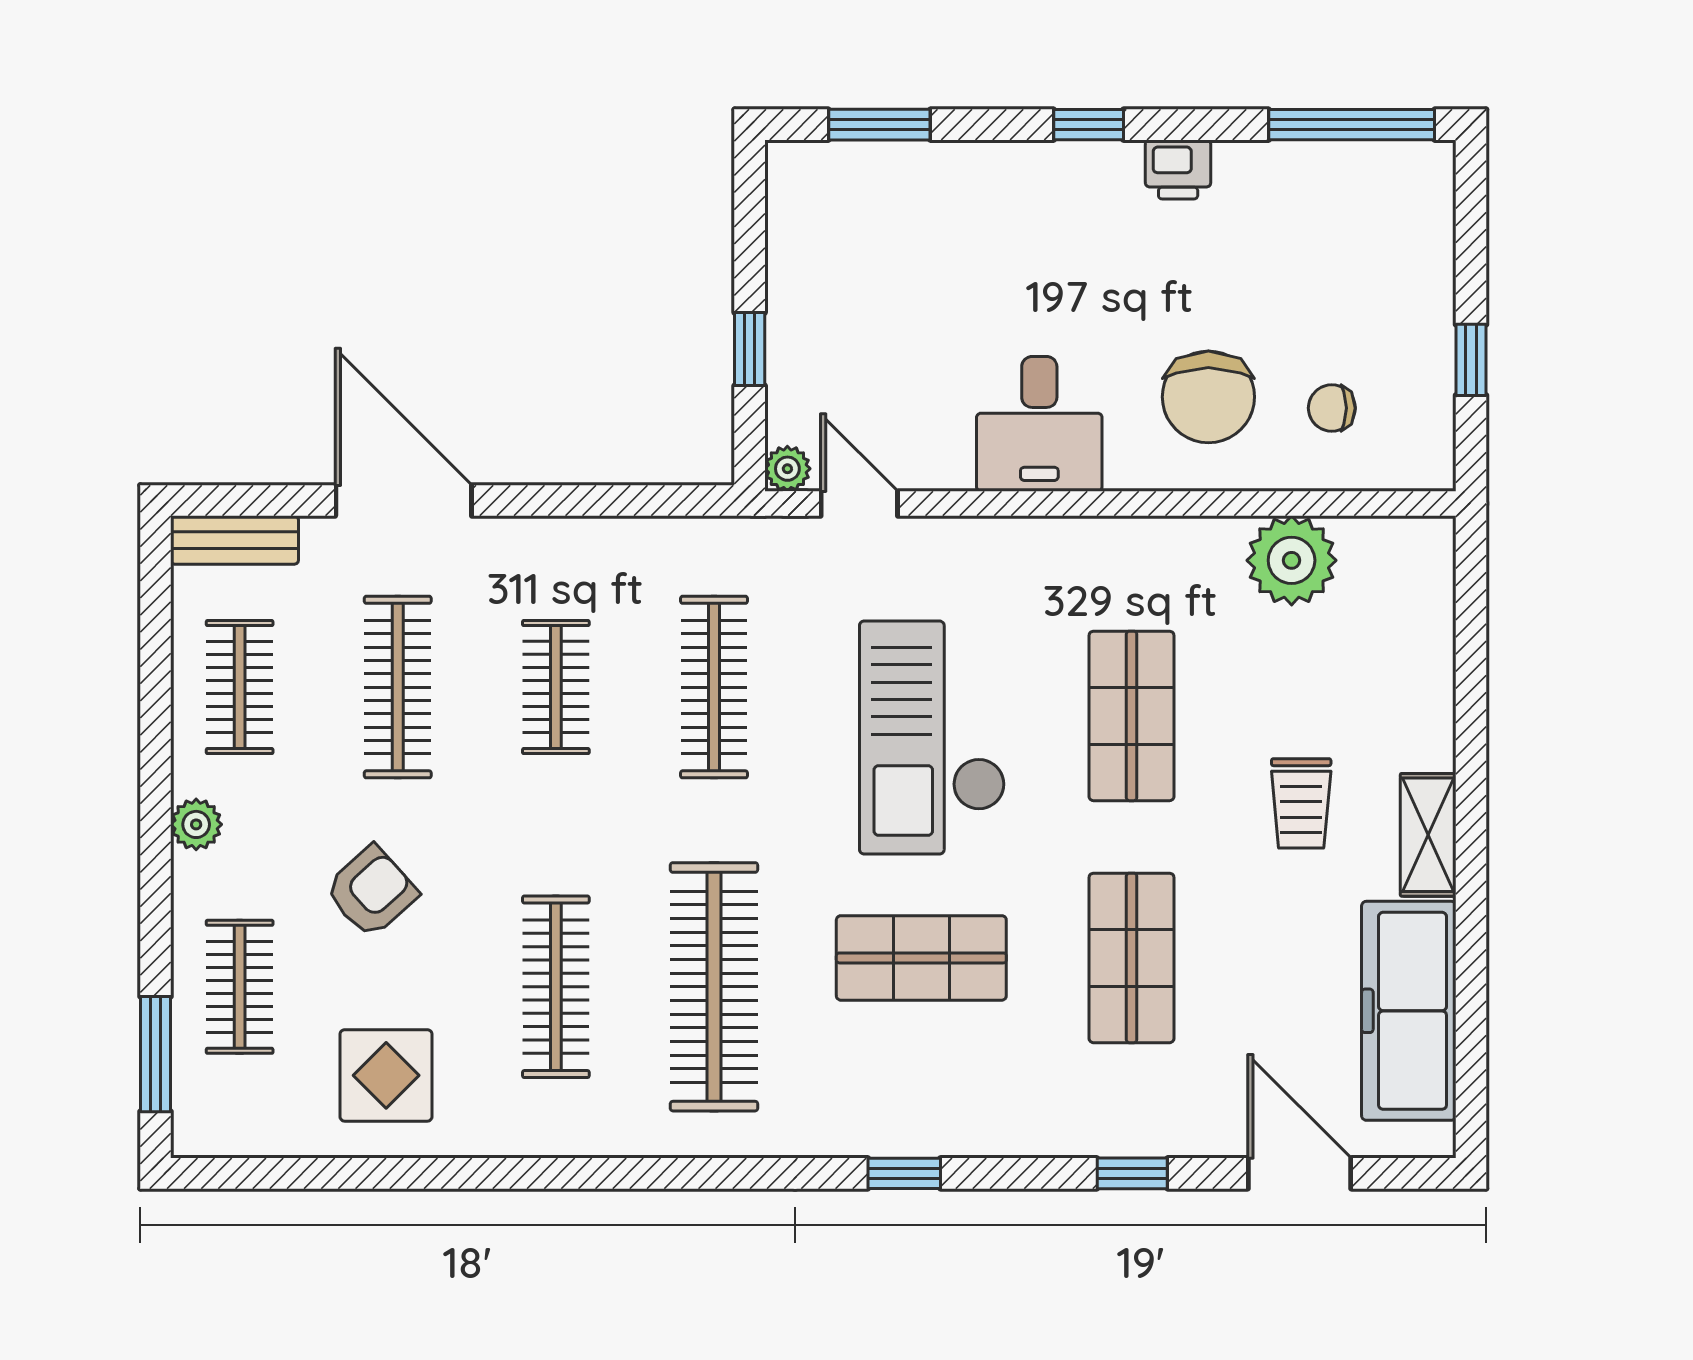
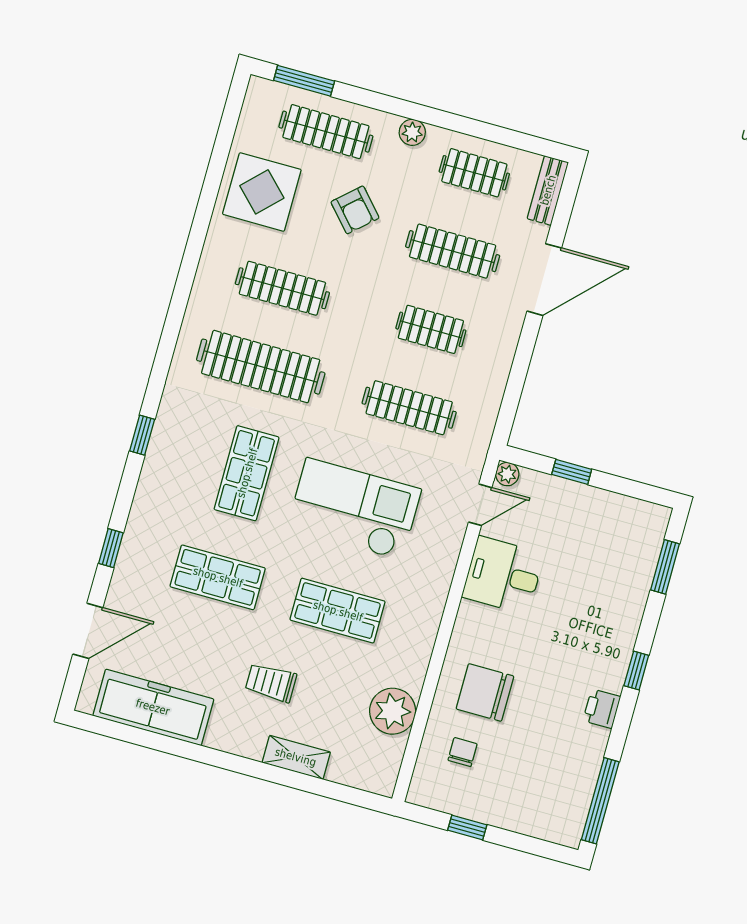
desk: (1039, 424) -> (503, 575), moved
shelving: (1428, 835) -> (296, 757), moved
clothes rail: (240, 987) -> (326, 132), width x1.36
display table: (386, 1075) -> (262, 192), width x1.36, depth x1.36

